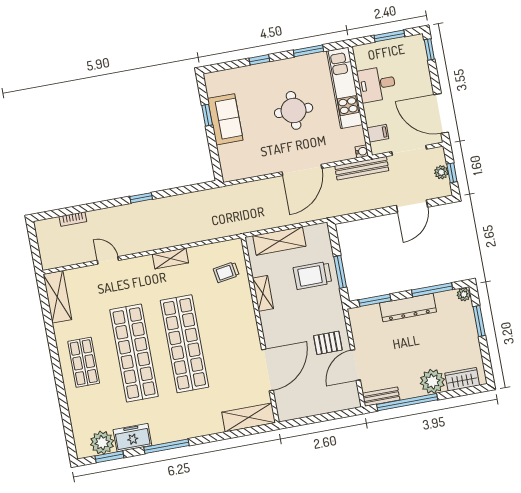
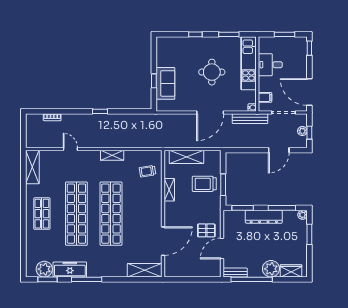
window: (207, 115) -> (154, 81), moved
sofa: (225, 119) -> (165, 83), moved
freezer: (132, 438) -> (70, 269), width x1.40

